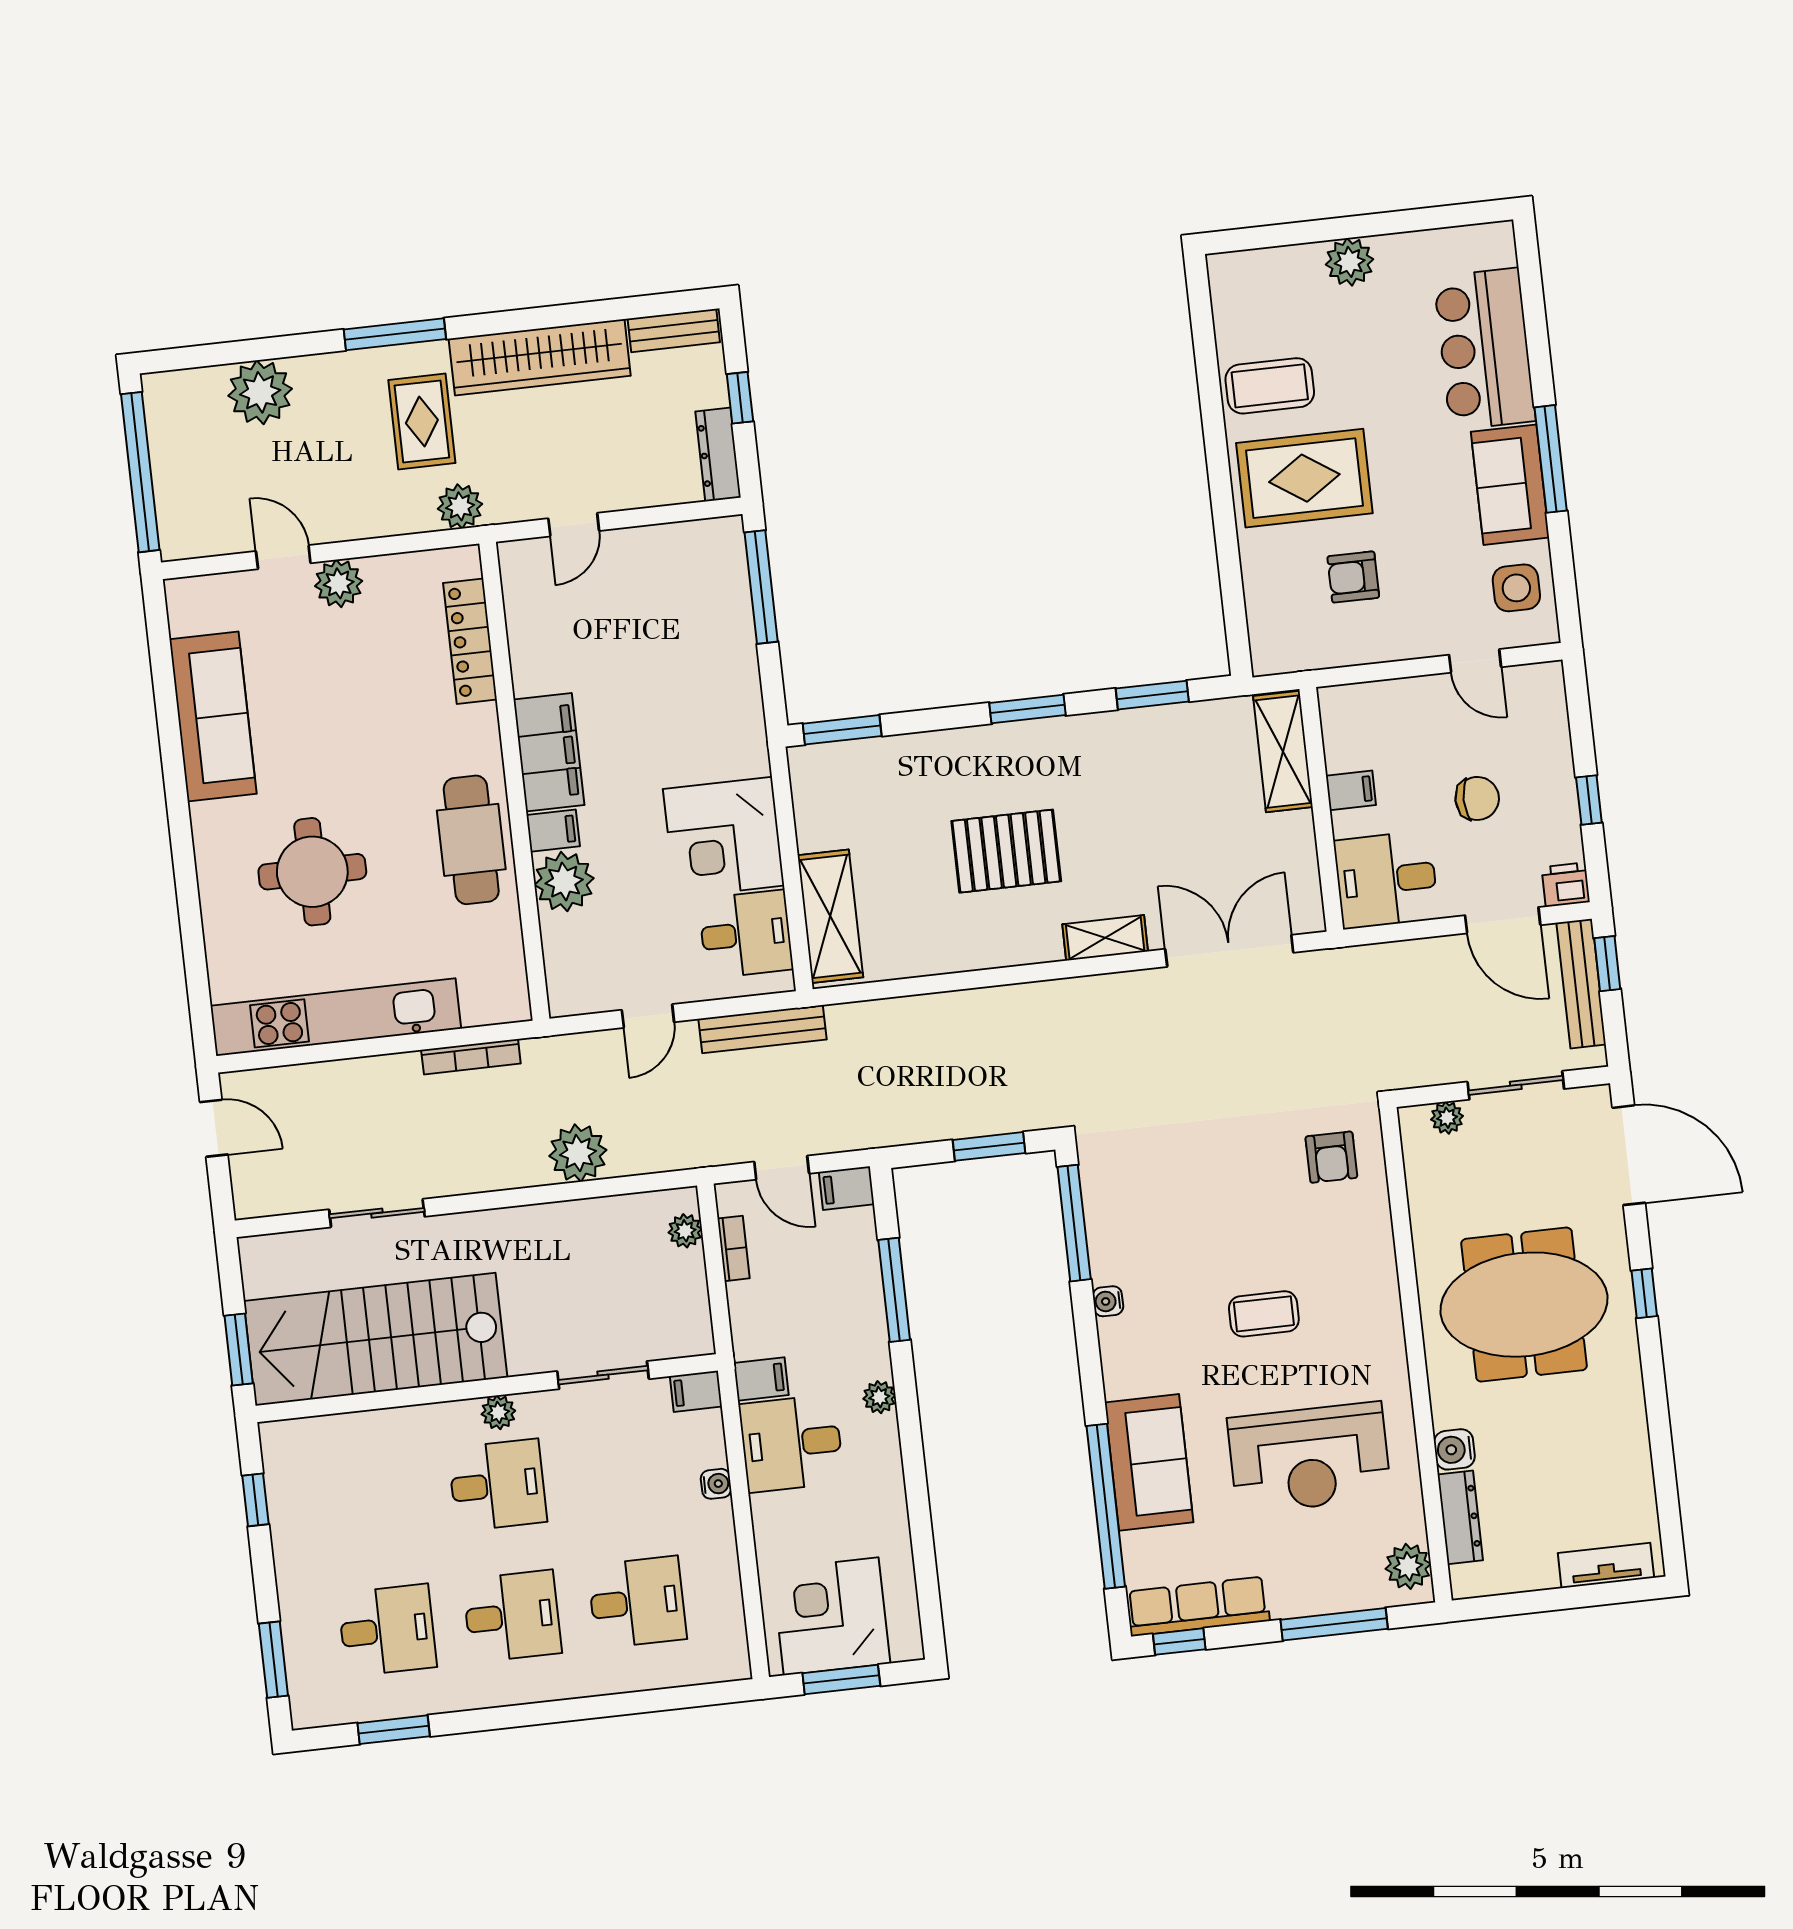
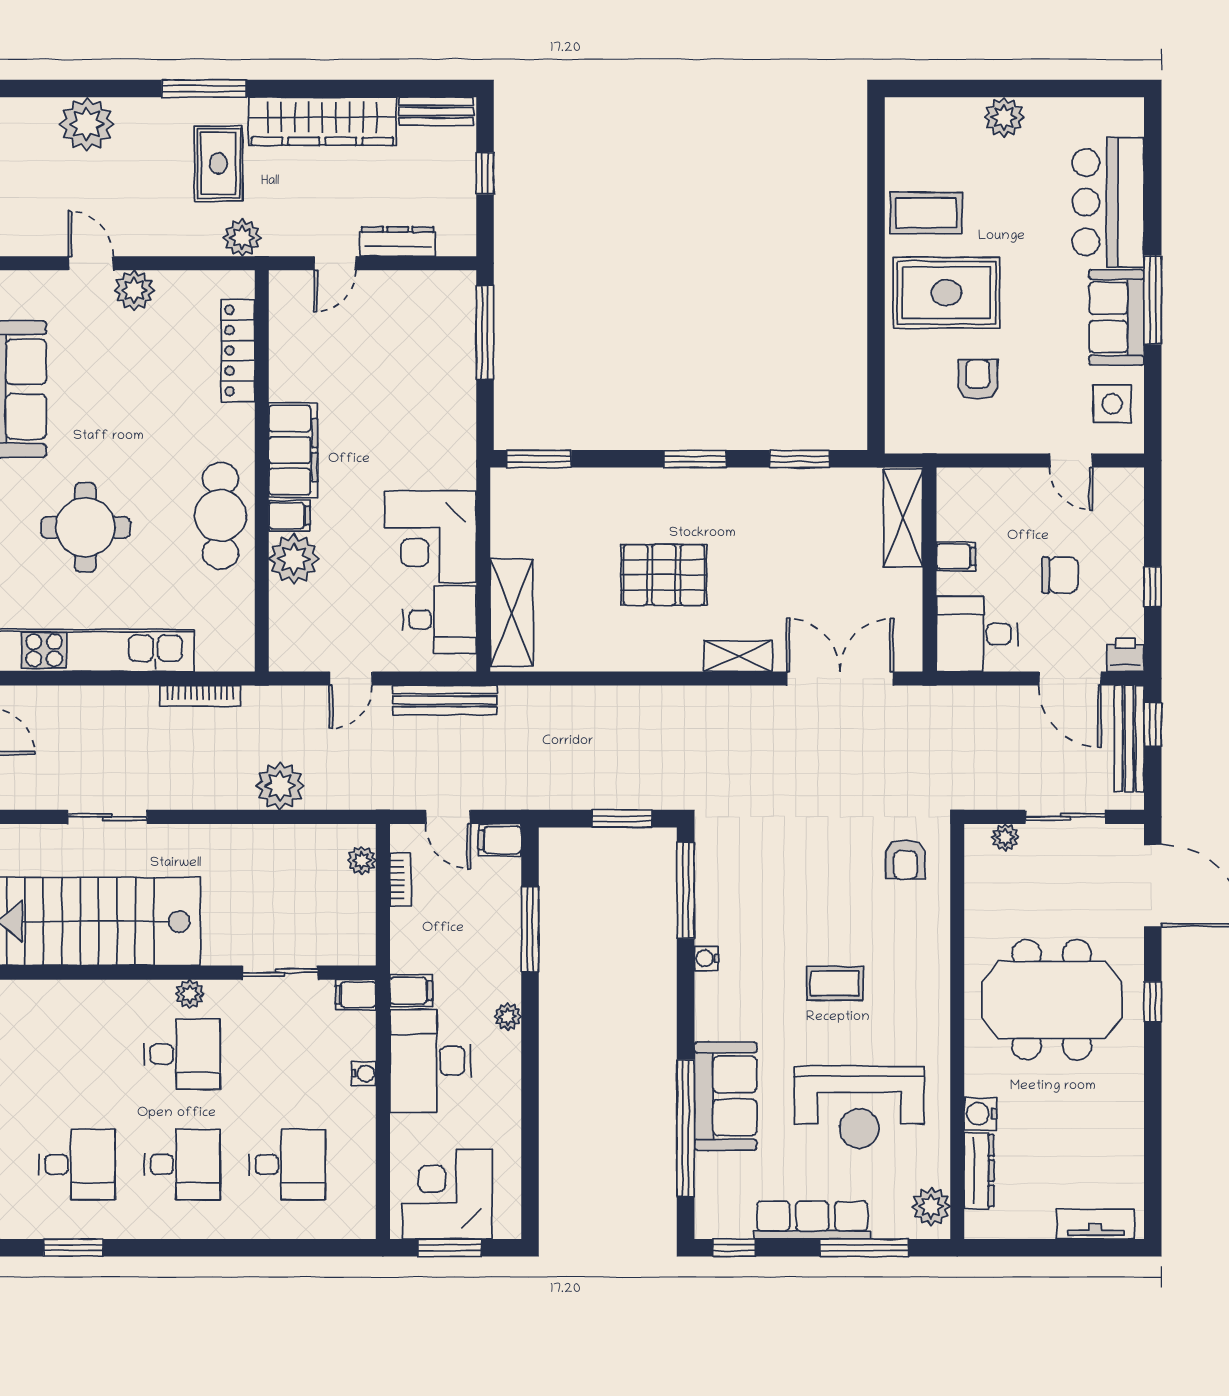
dresser: (718, 454) -> (398, 242), moved, turned 90
armchair: (1353, 577) -> (978, 379), turned 90
desk: (791, 1443) -> (430, 1061), width x1.37
row of seats: (1198, 1606) -> (812, 1220), moved

